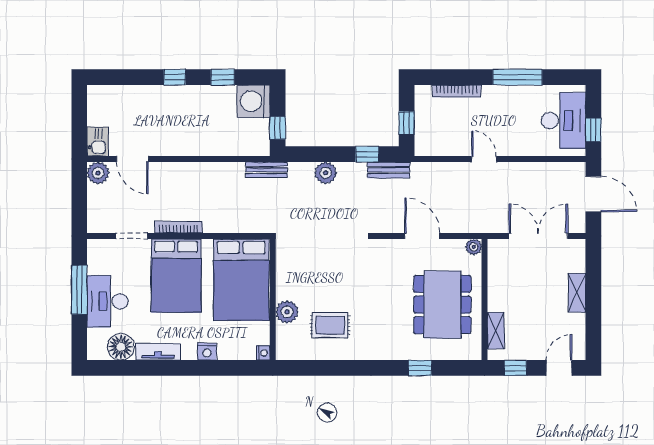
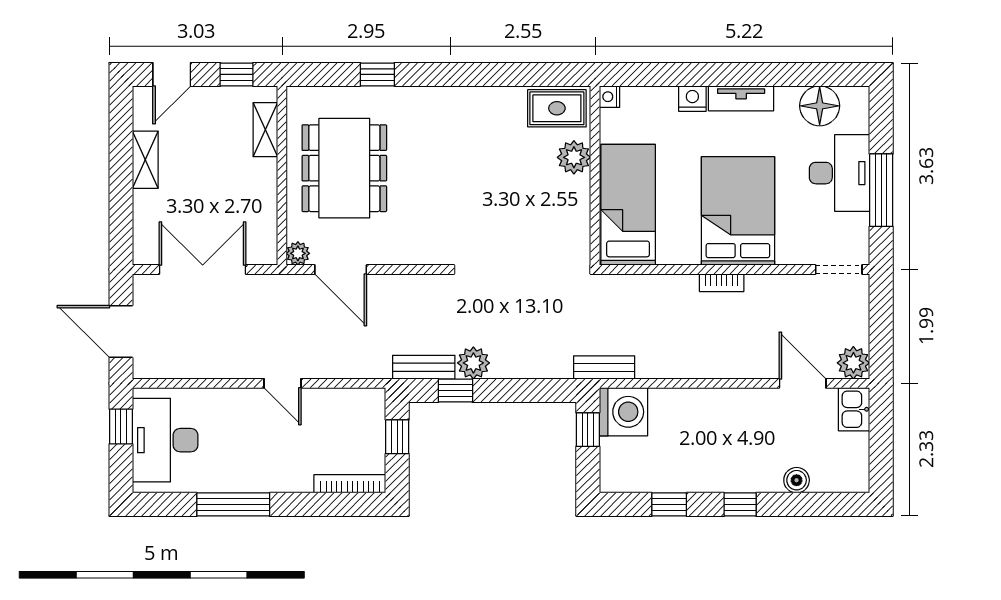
bookcase: (457, 91) -> (350, 484), moved
boiler: (136, 94) -> (797, 480), added
washing machine: (254, 101) -> (623, 412), moved
plant: (326, 173) -> (473, 363), moved
bookcase: (179, 227) -> (722, 283), width x0.64
doorway: (132, 236) -> (839, 270), moved
door: (422, 236) -> (341, 270), moved
double door: (538, 236) -> (203, 270), swing flipped
bed: (241, 280) -> (628, 205), width x0.67
shelving: (577, 293) -> (145, 160), moved
rug: (330, 325) -> (557, 108), moved
tv unit: (158, 352) -> (741, 98), moved

